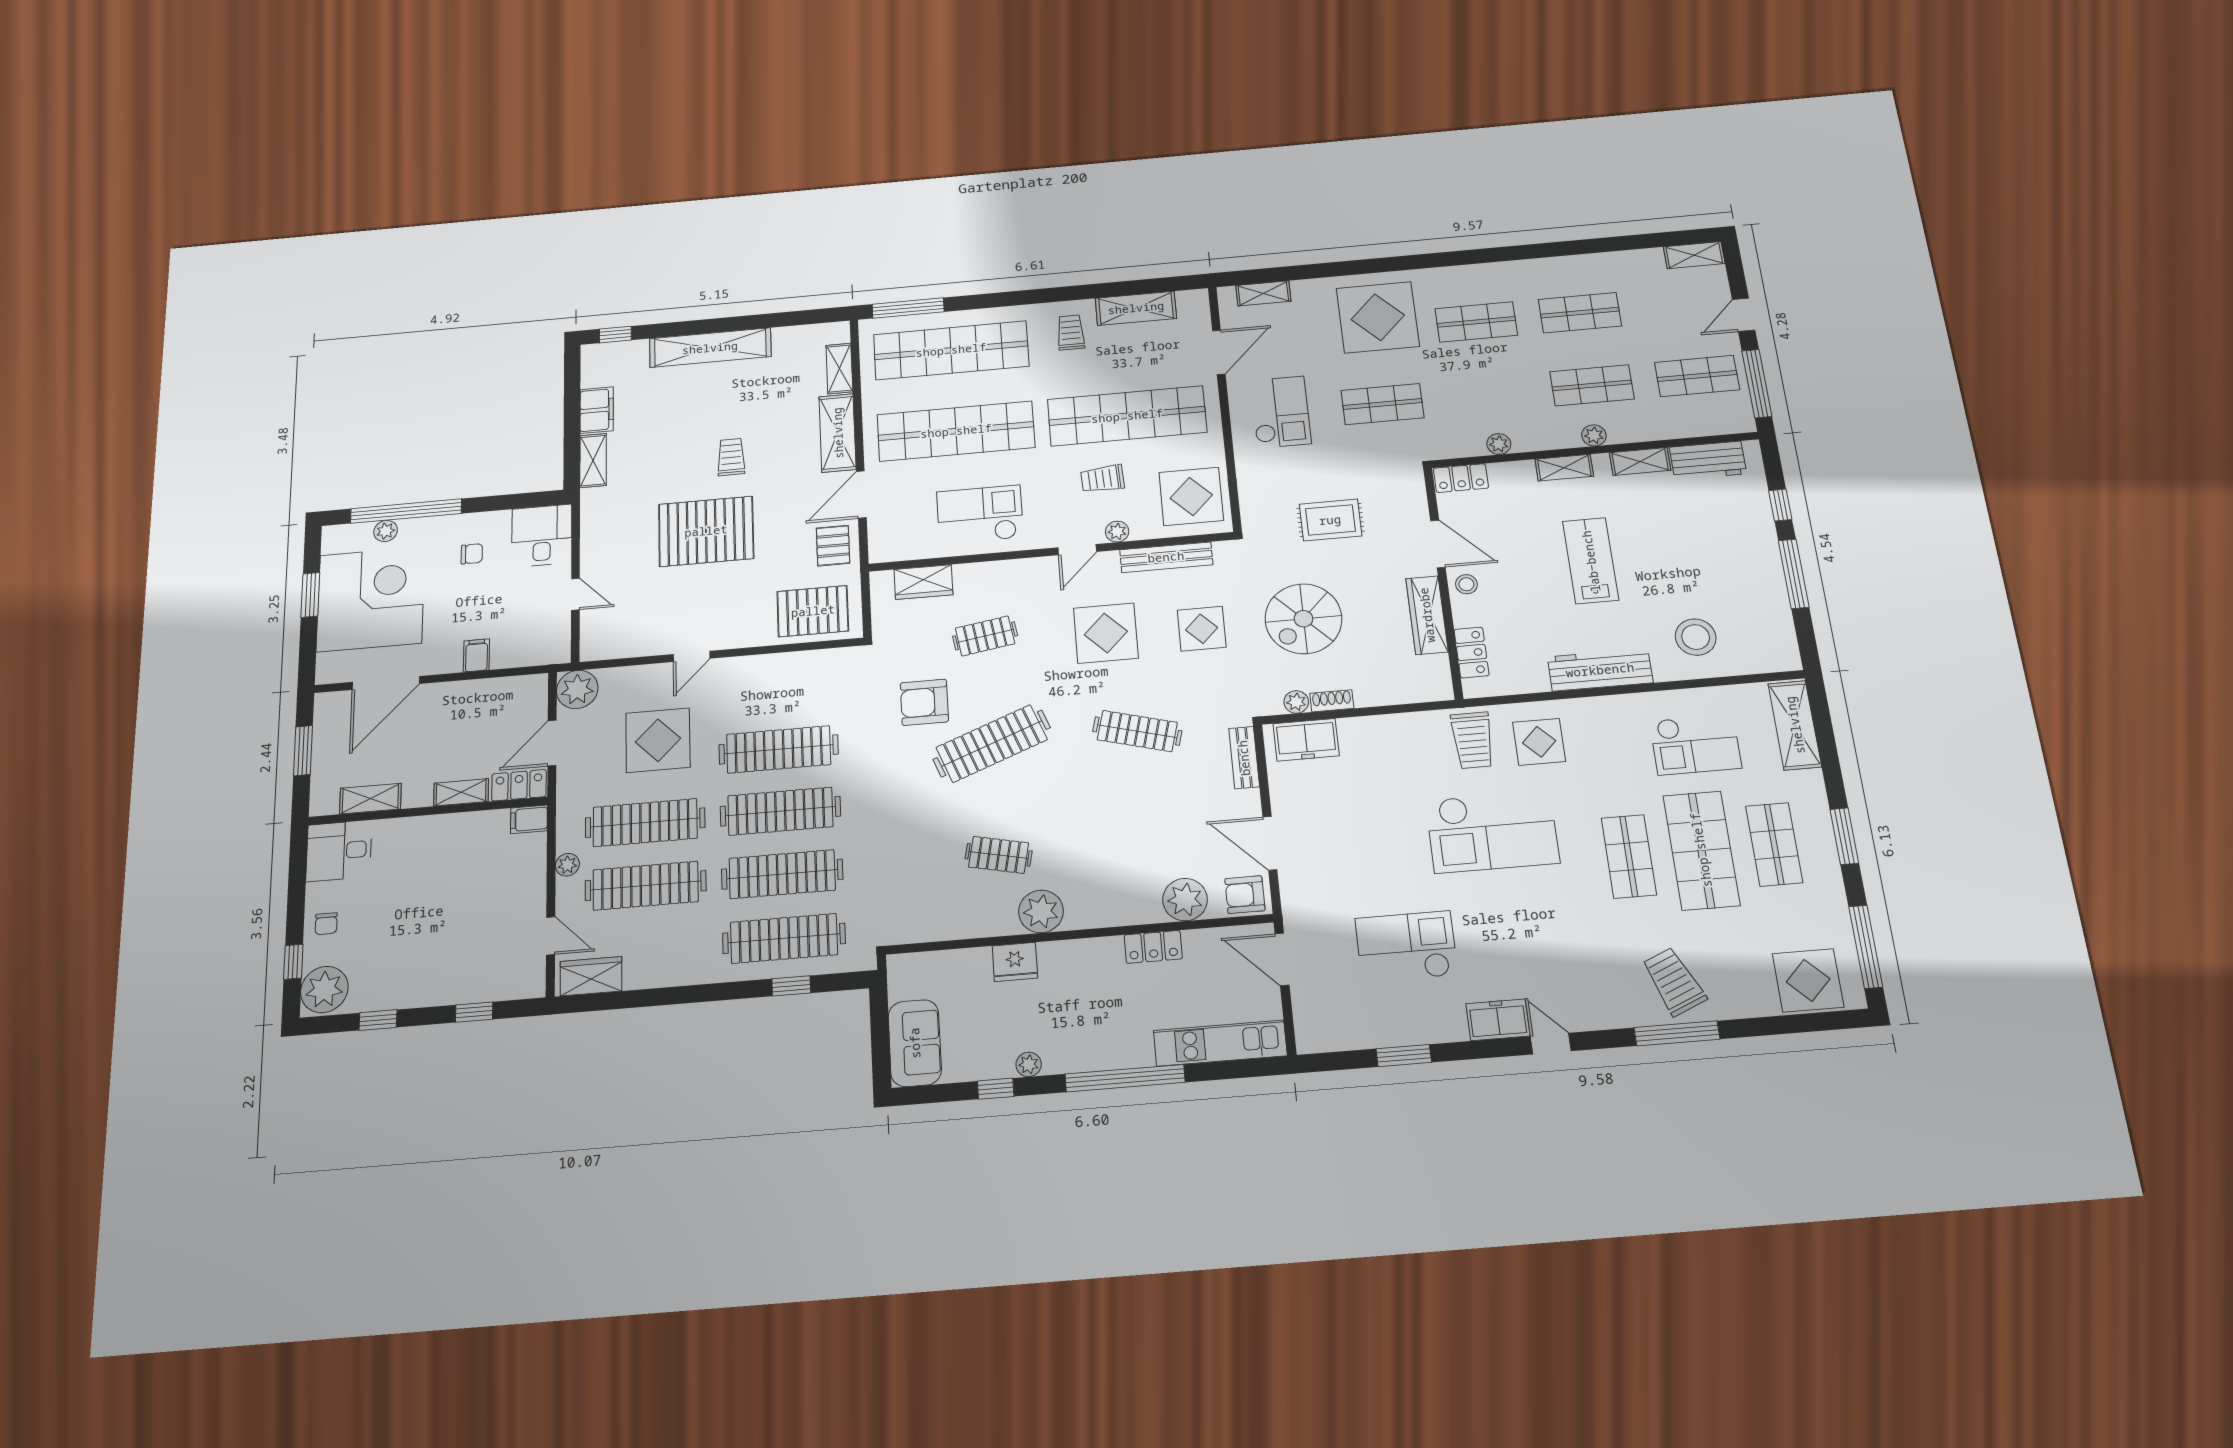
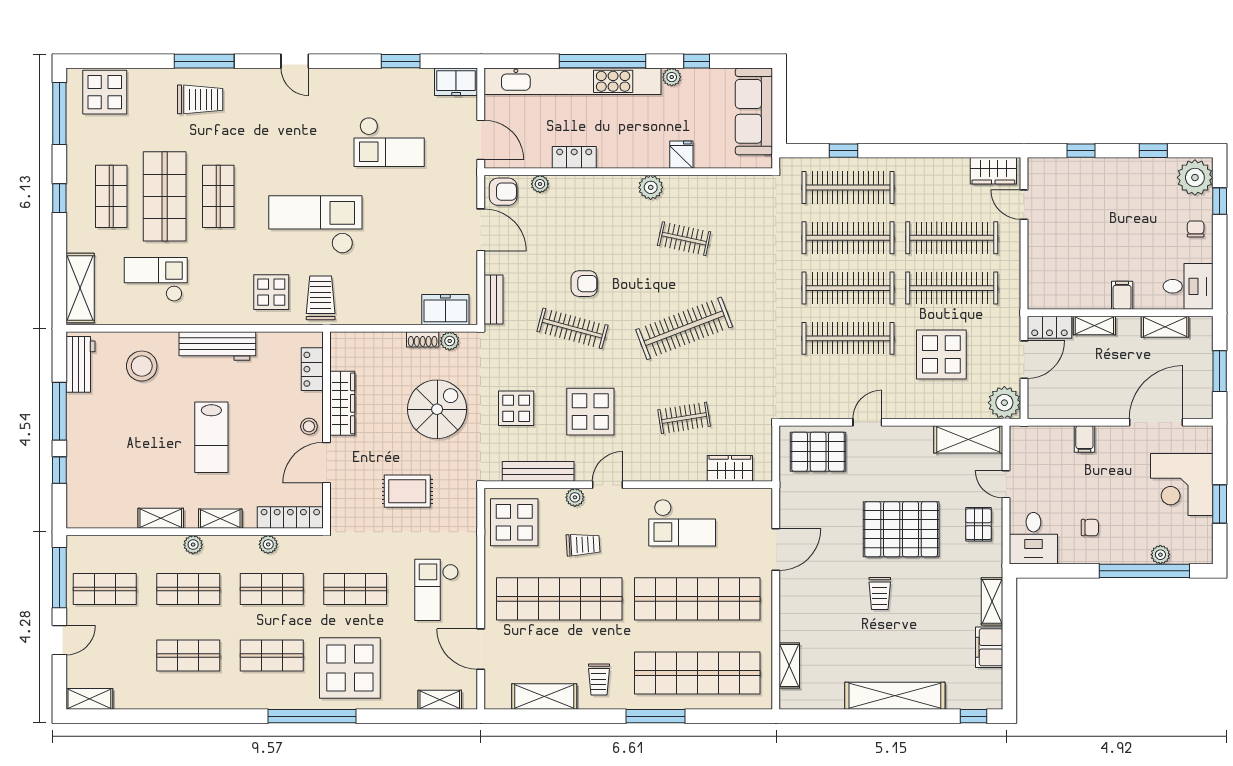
window: (1417, 262) -> (312, 716), added
window: (908, 308) -> (655, 716), moved
door: (1219, 352) -> (481, 649), hinge flipped
shop shelf: (1487, 395) -> (272, 589), added
shelving: (838, 433) -> (968, 439), moved, turned 90
workbench: (1708, 460) -> (81, 364), moved, turned 90
locker: (1461, 478) -> (290, 518), width x1.53
door: (1438, 544) -> (326, 463), hinge flipped
pallet: (833, 546) -> (978, 524), moved
chair: (472, 554) -> (1090, 528), turned 180
corner desk: (371, 599) -> (1182, 484), width x0.74, depth x0.74
door: (692, 656) -> (867, 422), moved
armchair: (924, 702) -> (584, 284), moved, width x0.72, depth x0.72
filing cabinet: (529, 819) -> (1122, 295), moved, turned -90
window: (1844, 836) -> (59, 198), width x0.67
plant: (567, 865) -> (1011, 260), removed
plant: (1185, 900) -> (540, 184), width x0.53, depth x0.53
plant: (1041, 911) -> (651, 187), width x0.73, depth x0.73
fridge: (1015, 962) -> (681, 155), width x0.72
trolley: (1674, 982) -> (200, 99), turned -67
freezer: (1498, 1020) -> (456, 82), moved
sofa: (915, 1043) -> (754, 111), width x1.36
kitchen unit: (1220, 1043) -> (572, 81), width x1.86

